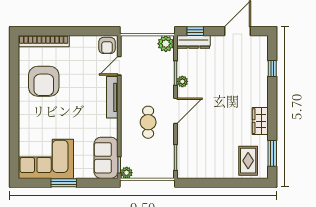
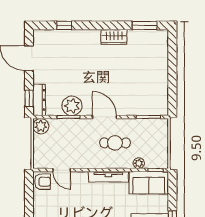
plant: (182, 81) -> (72, 106), width x1.88, depth x1.88
tv unit: (112, 97) -> (108, 177), moved
rug: (248, 161) -> (151, 48), removed
plant: (127, 173) -> (139, 163), moved

